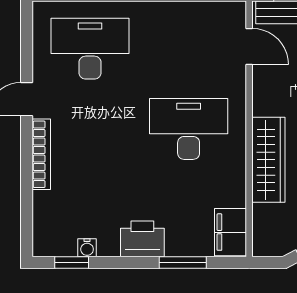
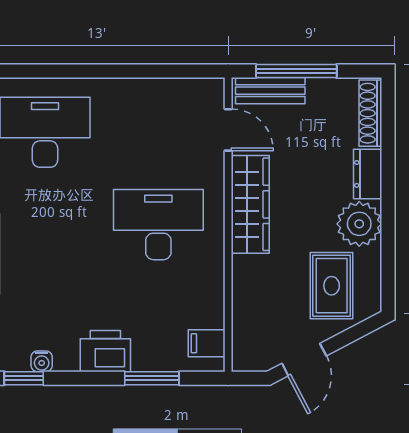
wardrobe: (268, 160) -> (250, 204), moved
filing cabinet: (231, 232) -> (207, 343), width x0.50

